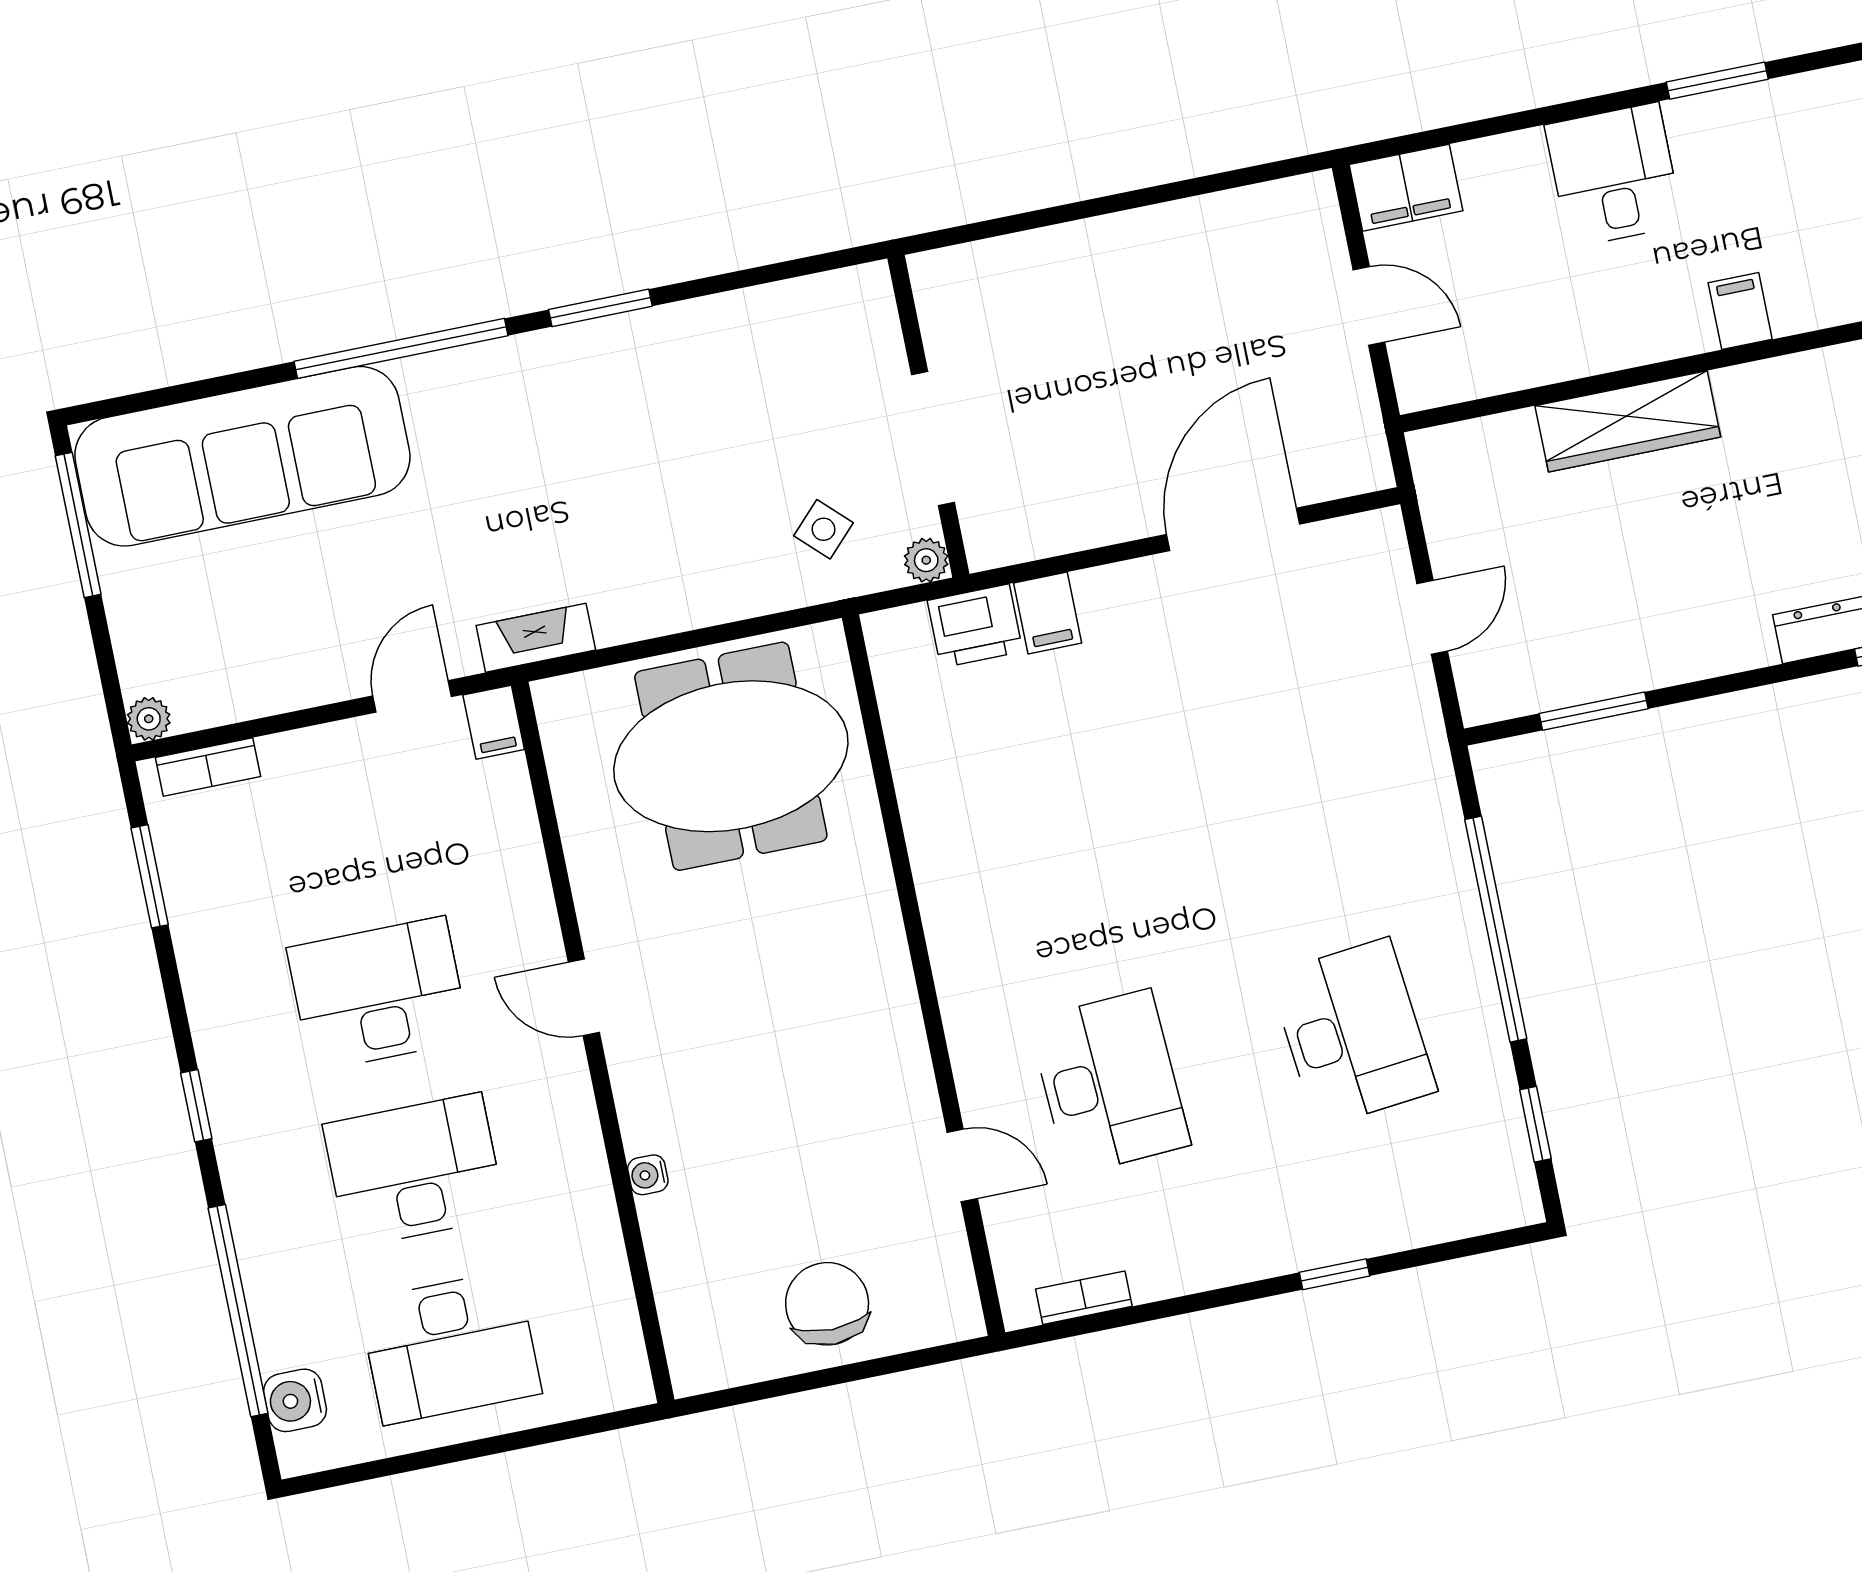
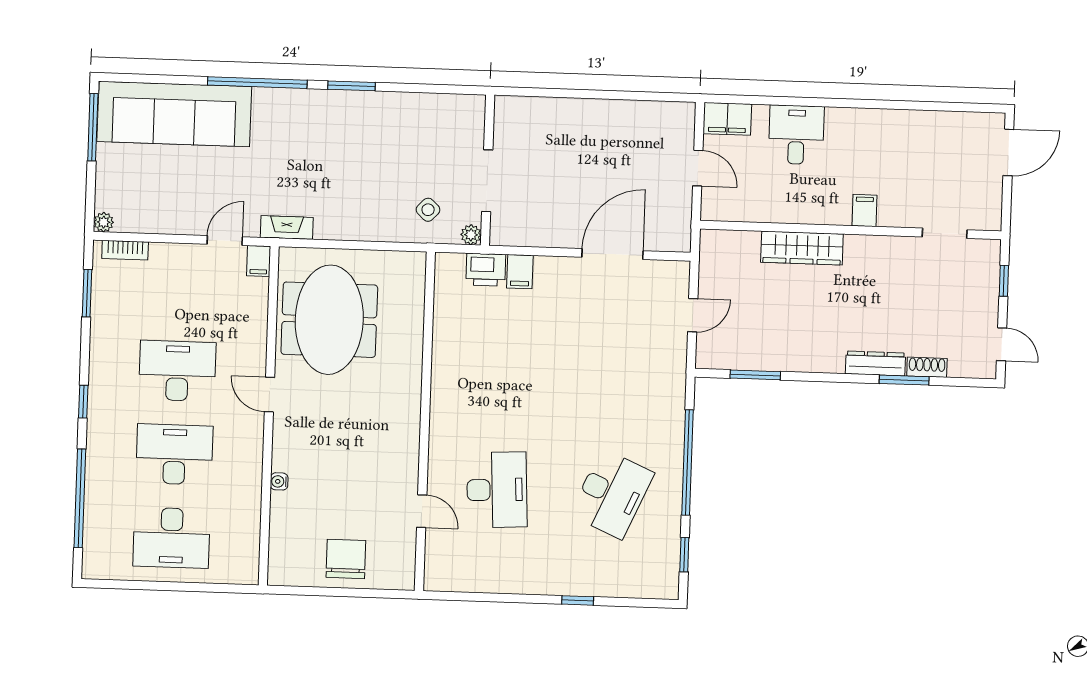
window: (1717, 81) -> (879, 104), removed
desk: (1614, 175) -> (796, 135), moved
meeting table: (731, 756) -> (329, 320), moved, turned 90
desk: (1353, 1033) -> (612, 494), turned 30
bookcase: (1084, 1298) -> (462, 584), removed
water cooler: (295, 1400) -> (96, 545), removed

